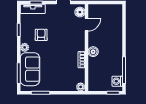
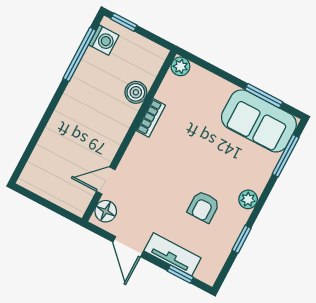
tv unit: (33, 9) -> (172, 254), moved
boiler: (93, 52) -> (136, 92), moved
sofa: (30, 69) -> (259, 121), moved, turned -90

